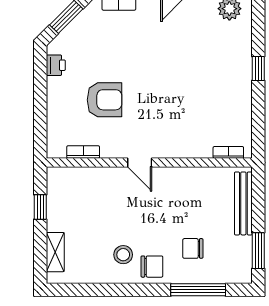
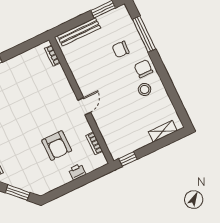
printer: (56, 65) -> (77, 172), moved
armchair: (104, 100) -> (57, 146), turned 180
window: (40, 207) -> (128, 159), moved
chair: (193, 248) -> (121, 49), turned 94

